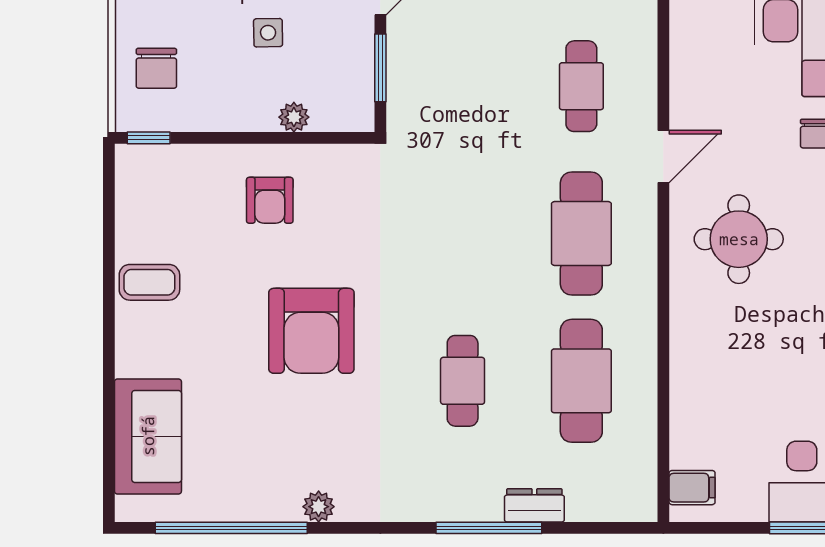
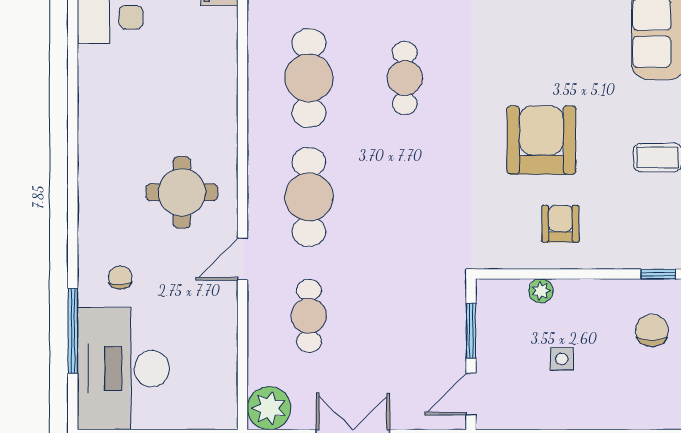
armchair: (311, 331) -> (541, 140), moved

